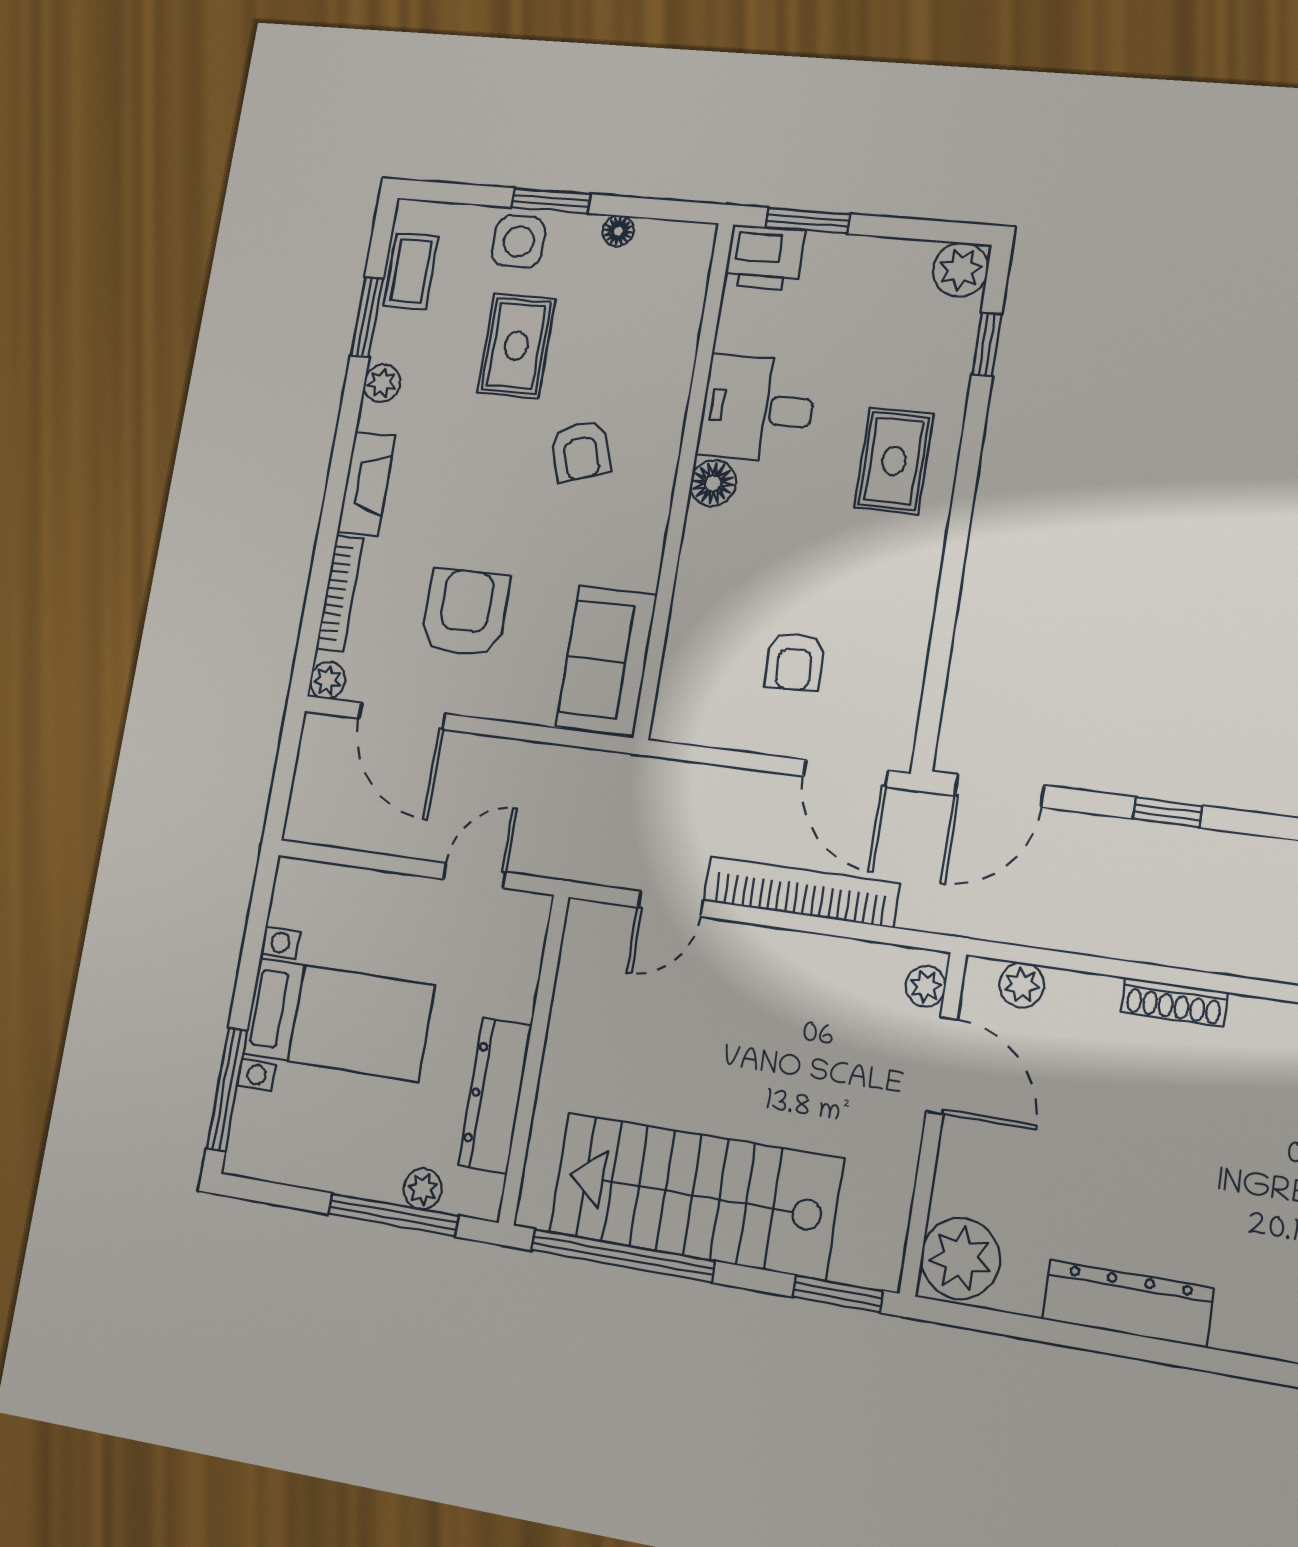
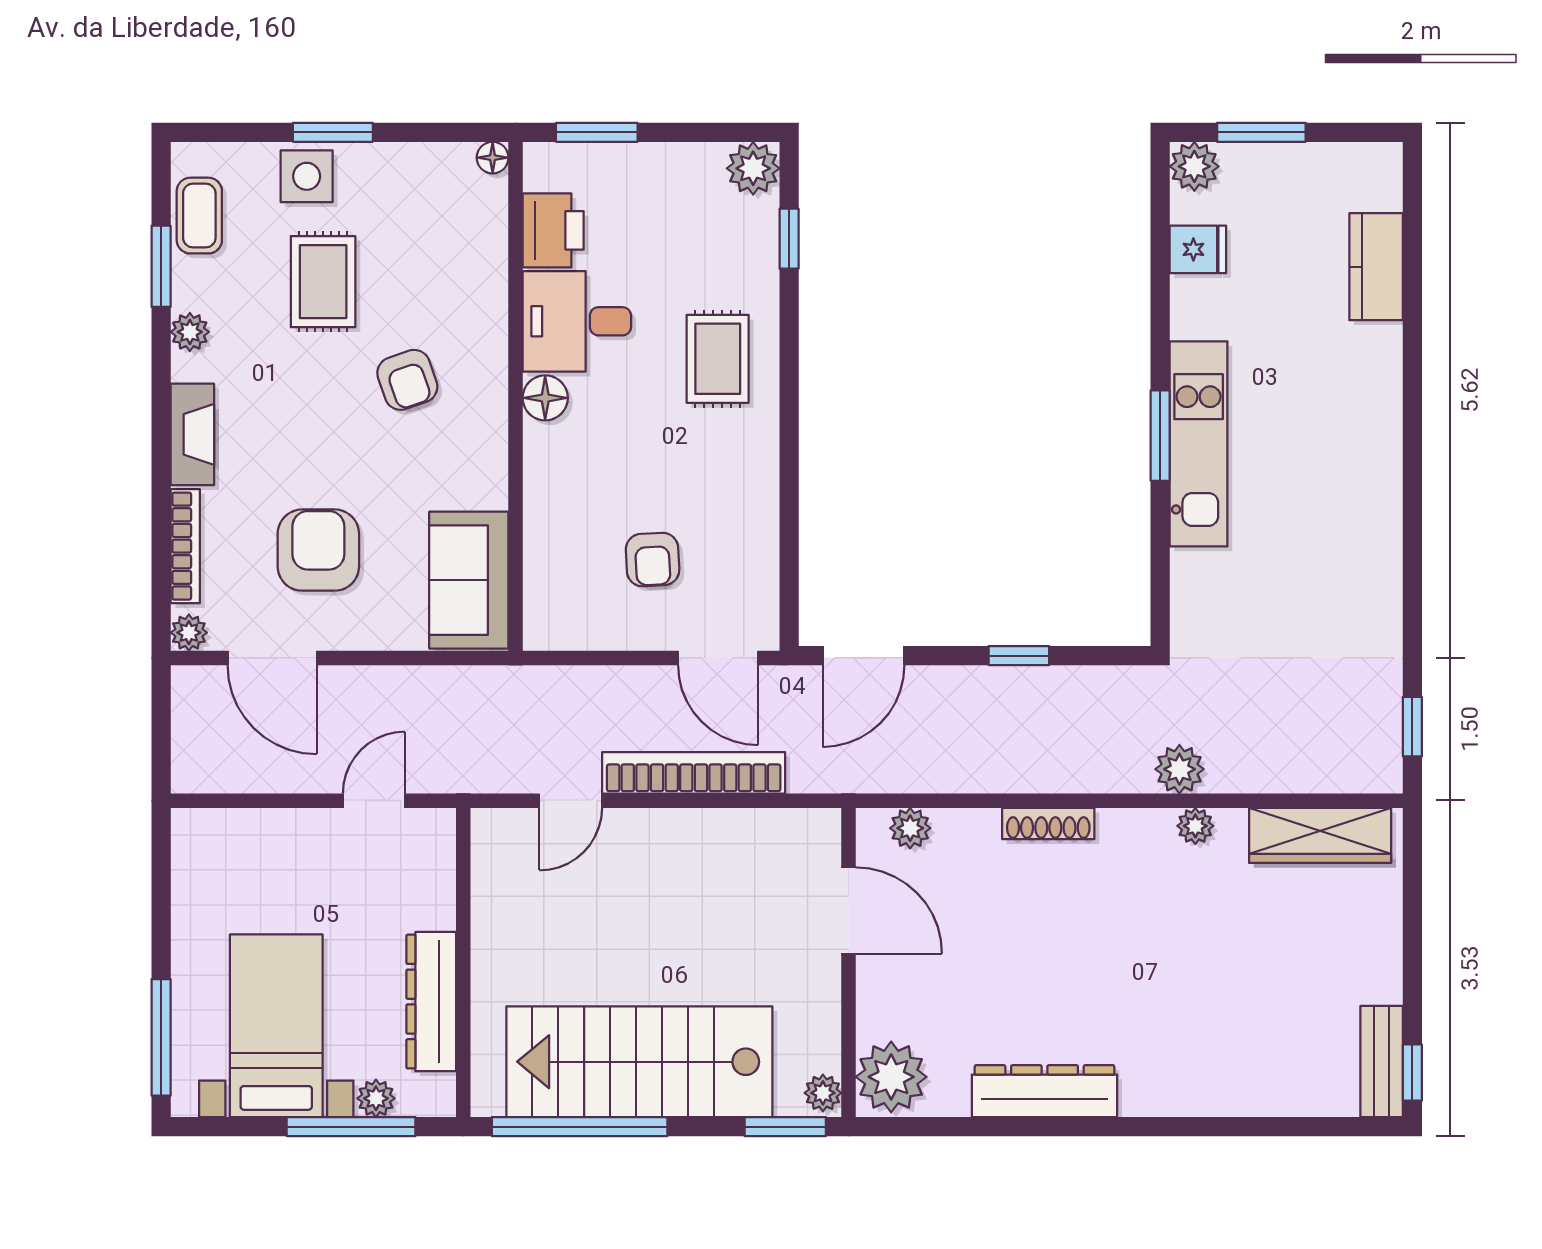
floor lamp: (618, 231) -> (493, 158), moved
printer: (764, 258) -> (553, 230), moved, turned -90
plant: (926, 986) -> (823, 1093), moved
bed with nightstands: (338, 1020) -> (276, 1026), moved, turned -90

